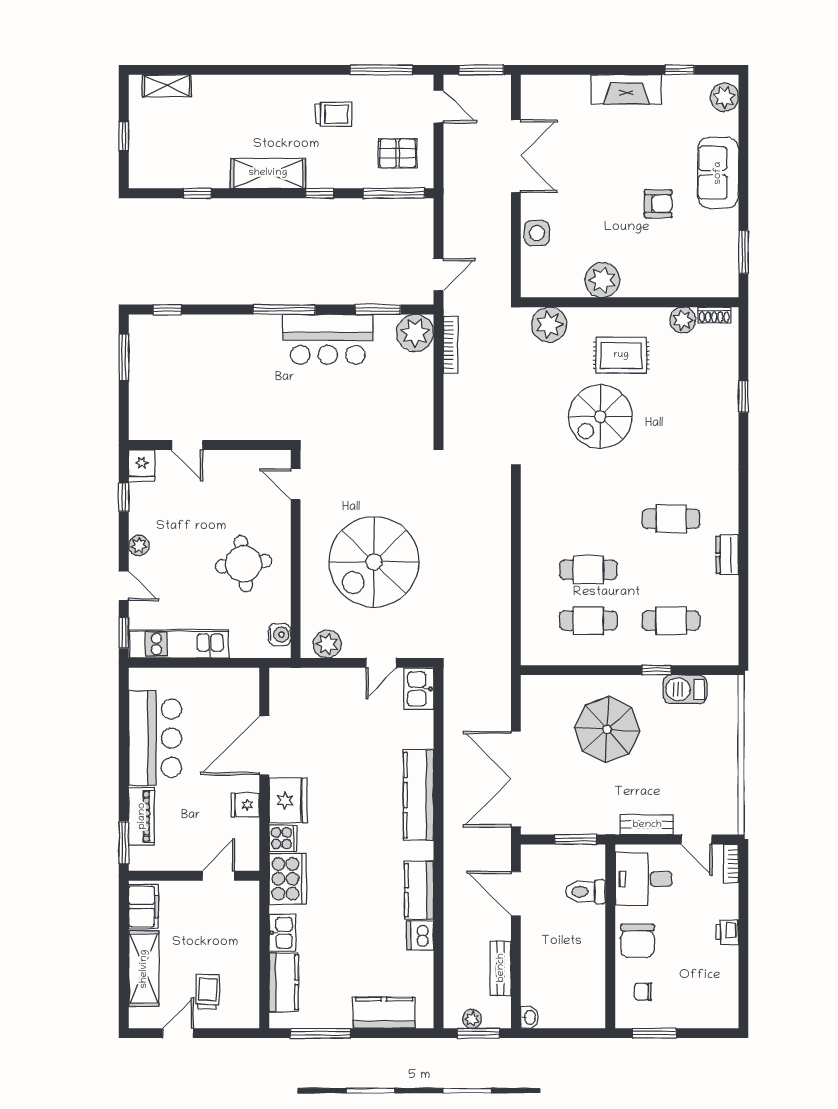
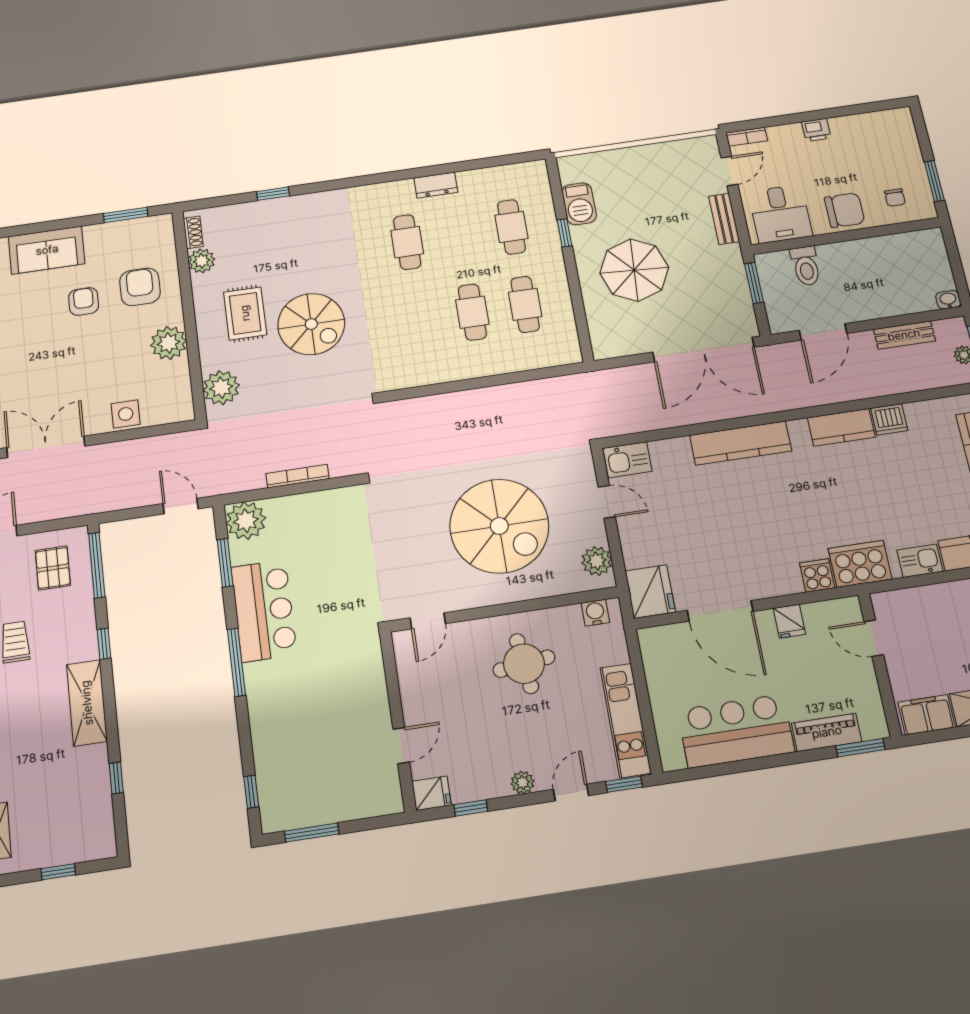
armchair: (665, 259) -> (140, 287), added
bookcase: (451, 345) -> (298, 476), moved
fridge: (288, 801) -> (650, 592), moved, turned 90

